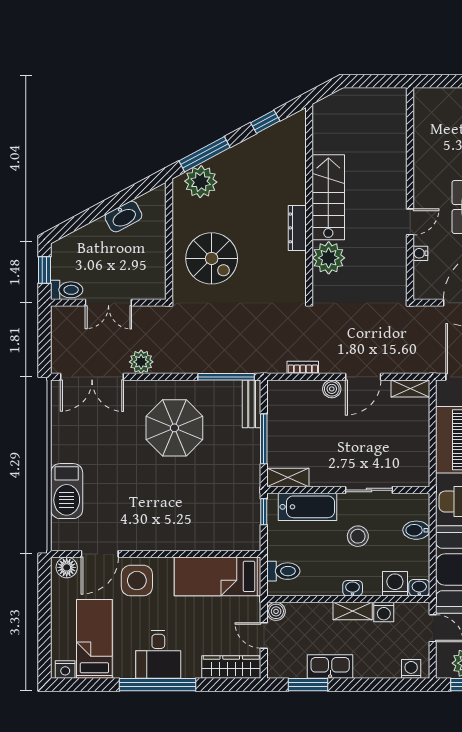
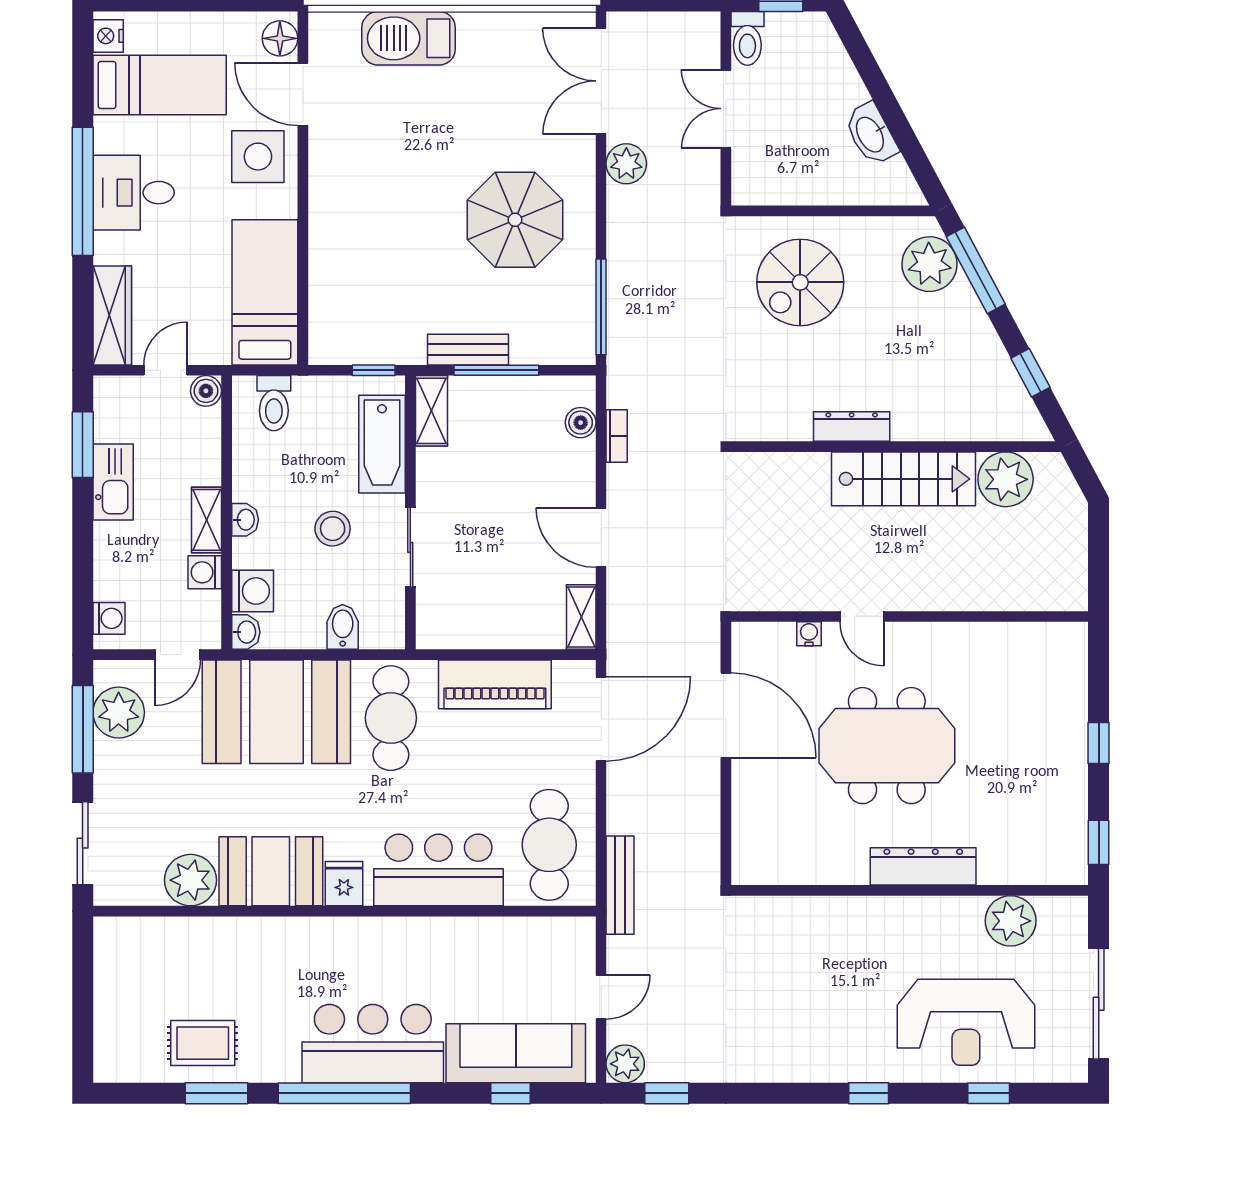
plant: (329, 258) -> (1006, 479), moved
boiler: (332, 389) -> (581, 423), moved
bench: (252, 404) -> (468, 350), moved

